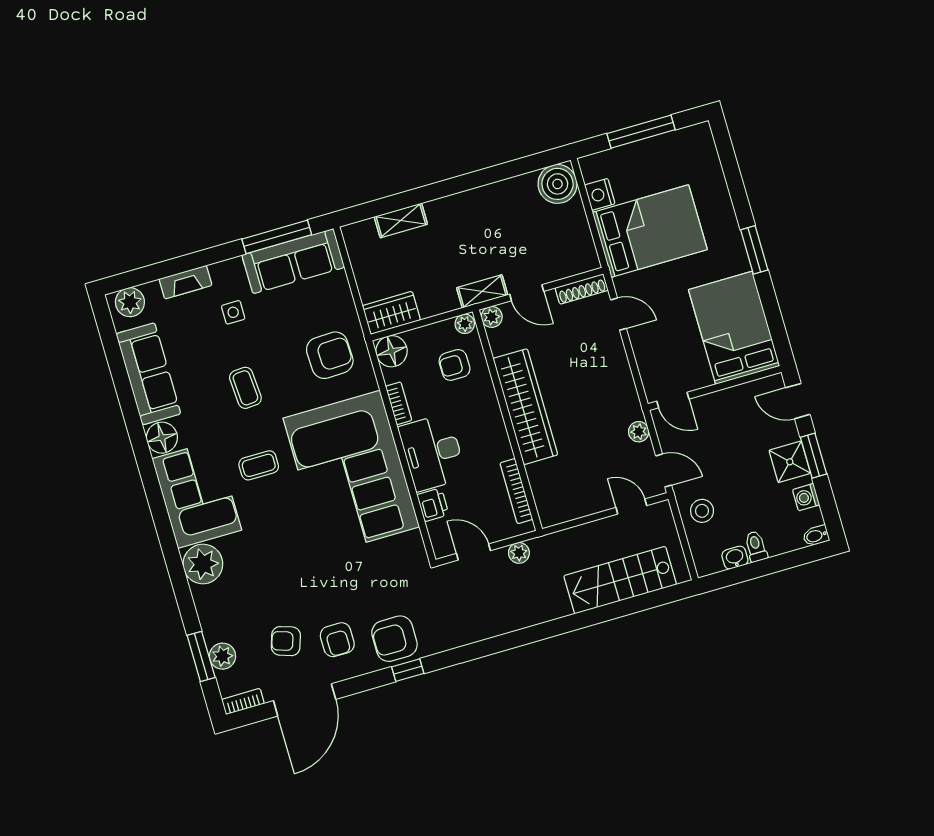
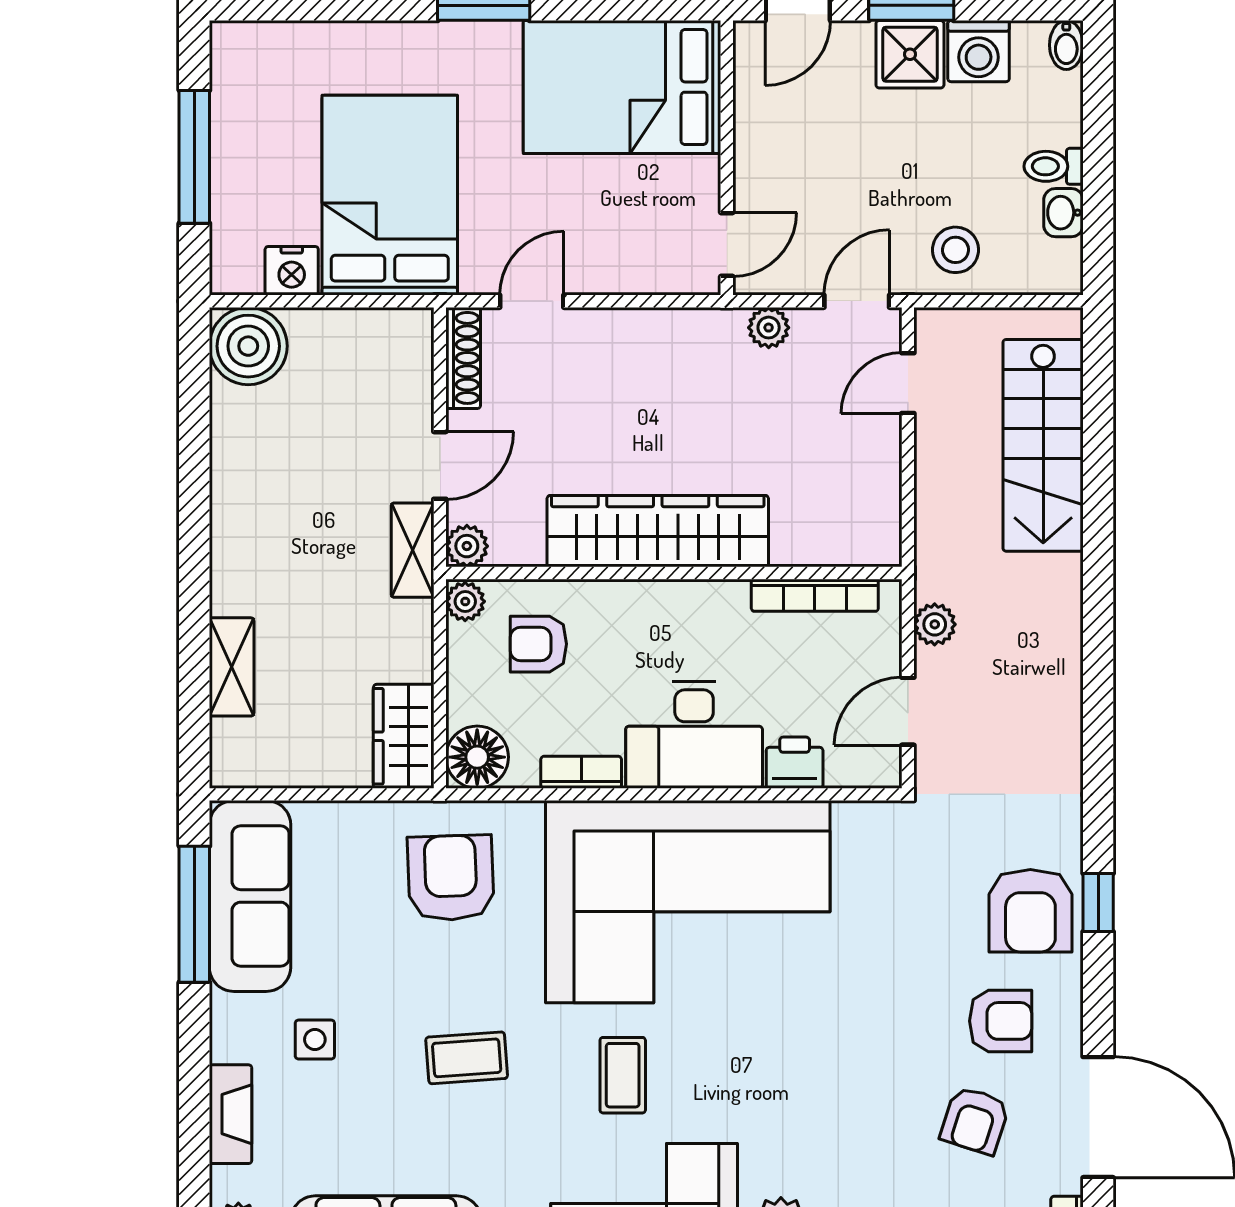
armchair: (454, 365) -> (538, 644), turned 90
washing machine: (806, 497) -> (979, 51), width x1.38, depth x1.38

